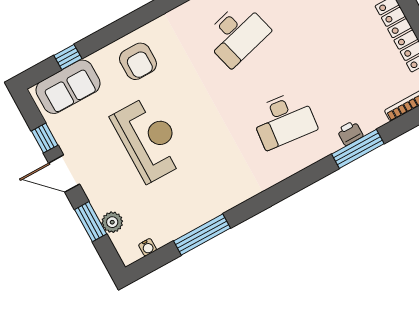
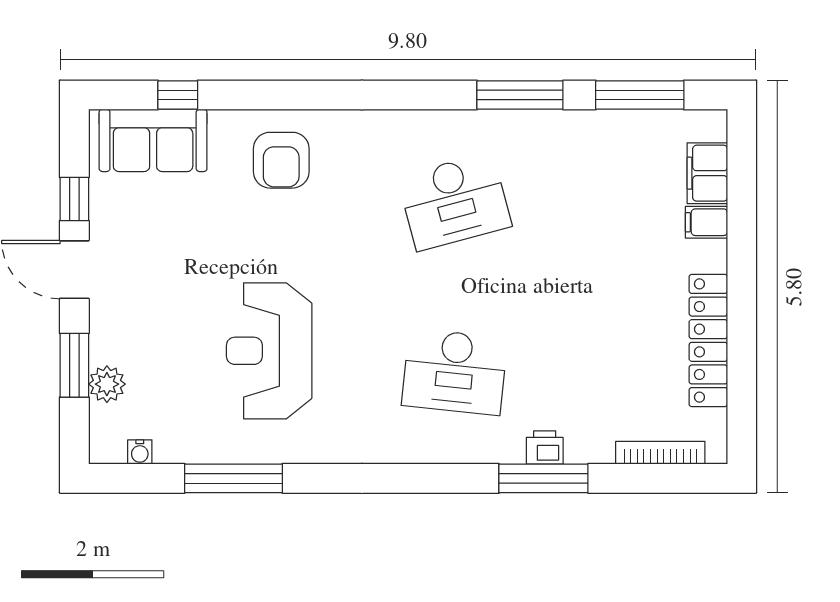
reception desk: (149, 139) -> (269, 351), moved, turned 180

